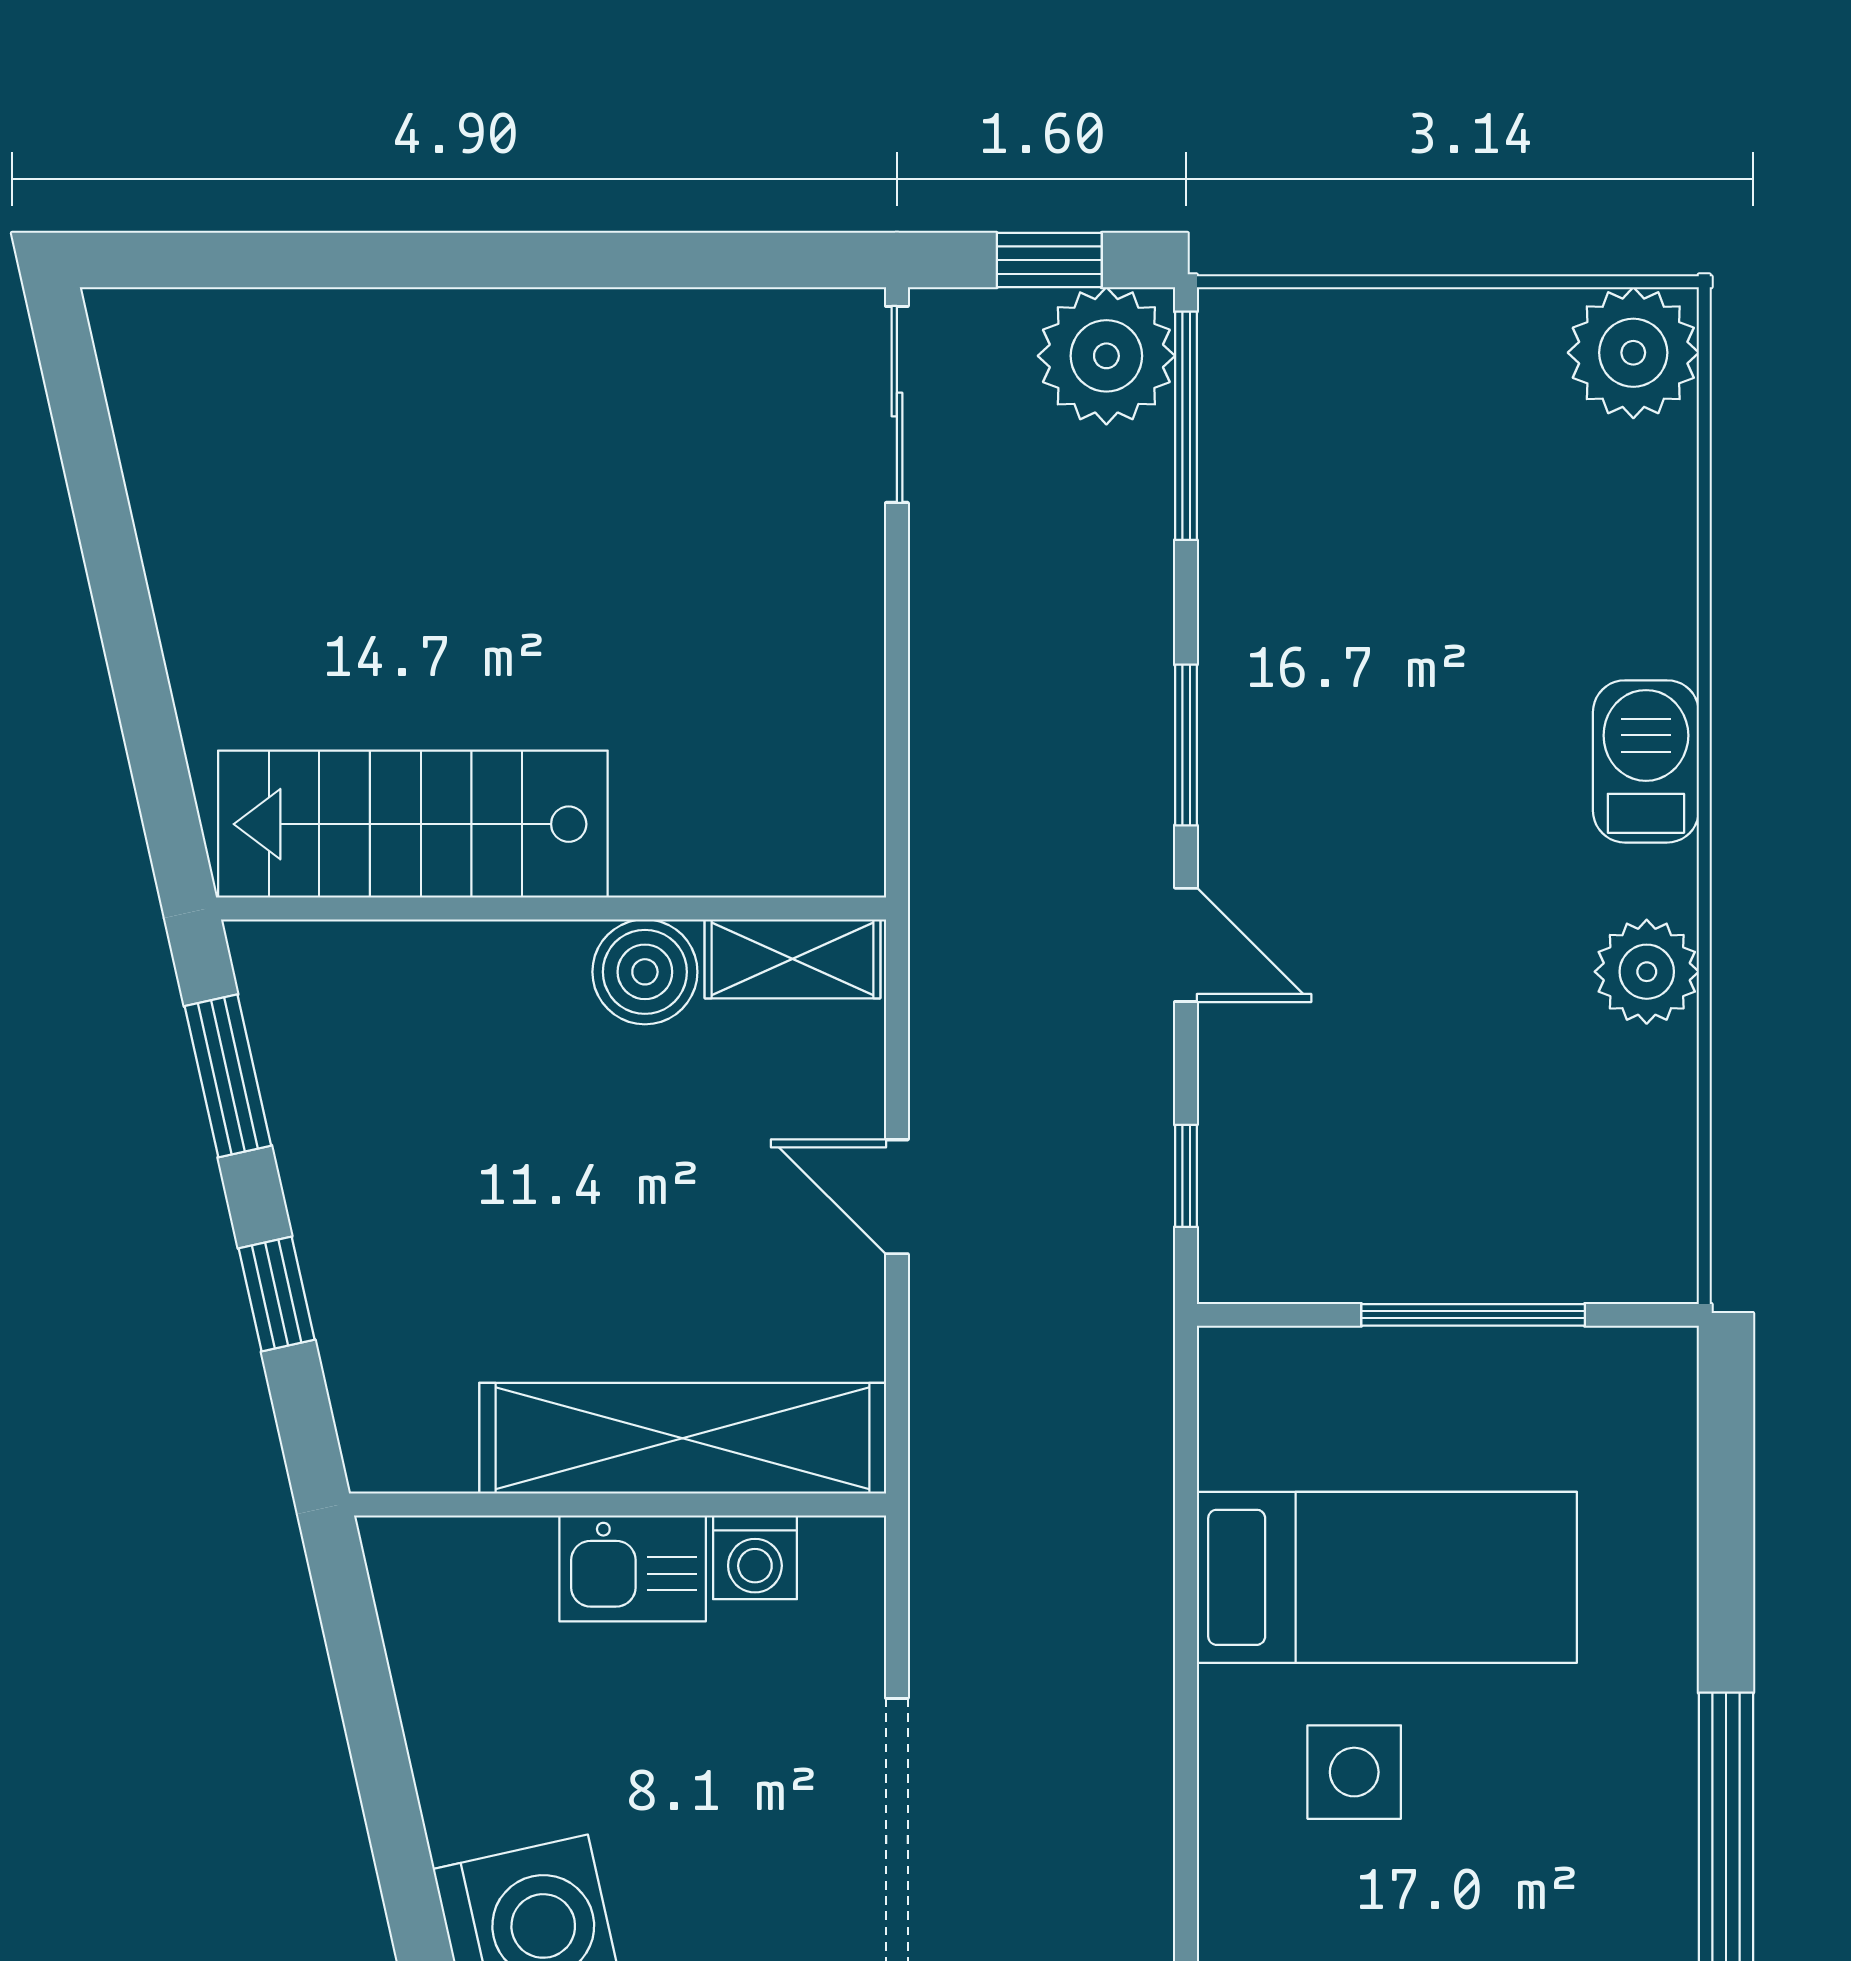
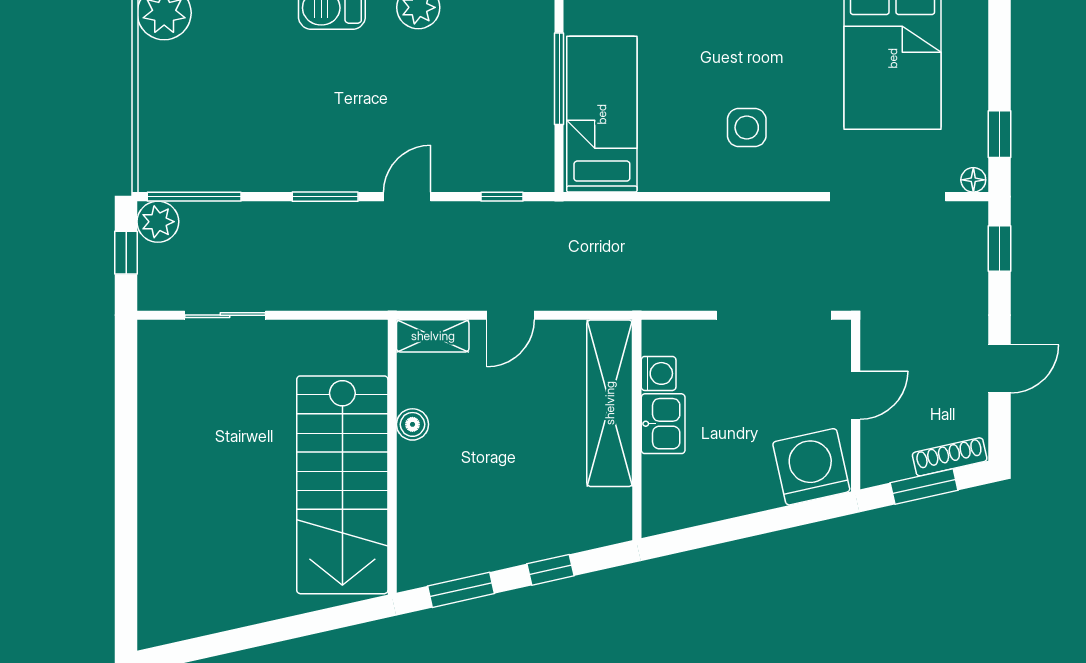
plant: (1106, 356) -> (158, 222), width x0.73, depth x0.73
sliding door: (897, 404) -> (225, 315), moved
stairs: (413, 824) -> (342, 485), width x1.36, depth x1.51
shelving: (793, 959) -> (433, 336), moved, turned 90
boiler: (645, 972) -> (412, 424), width x0.73, depth x0.73
bed: (1387, 1577) -> (602, 114), moved

